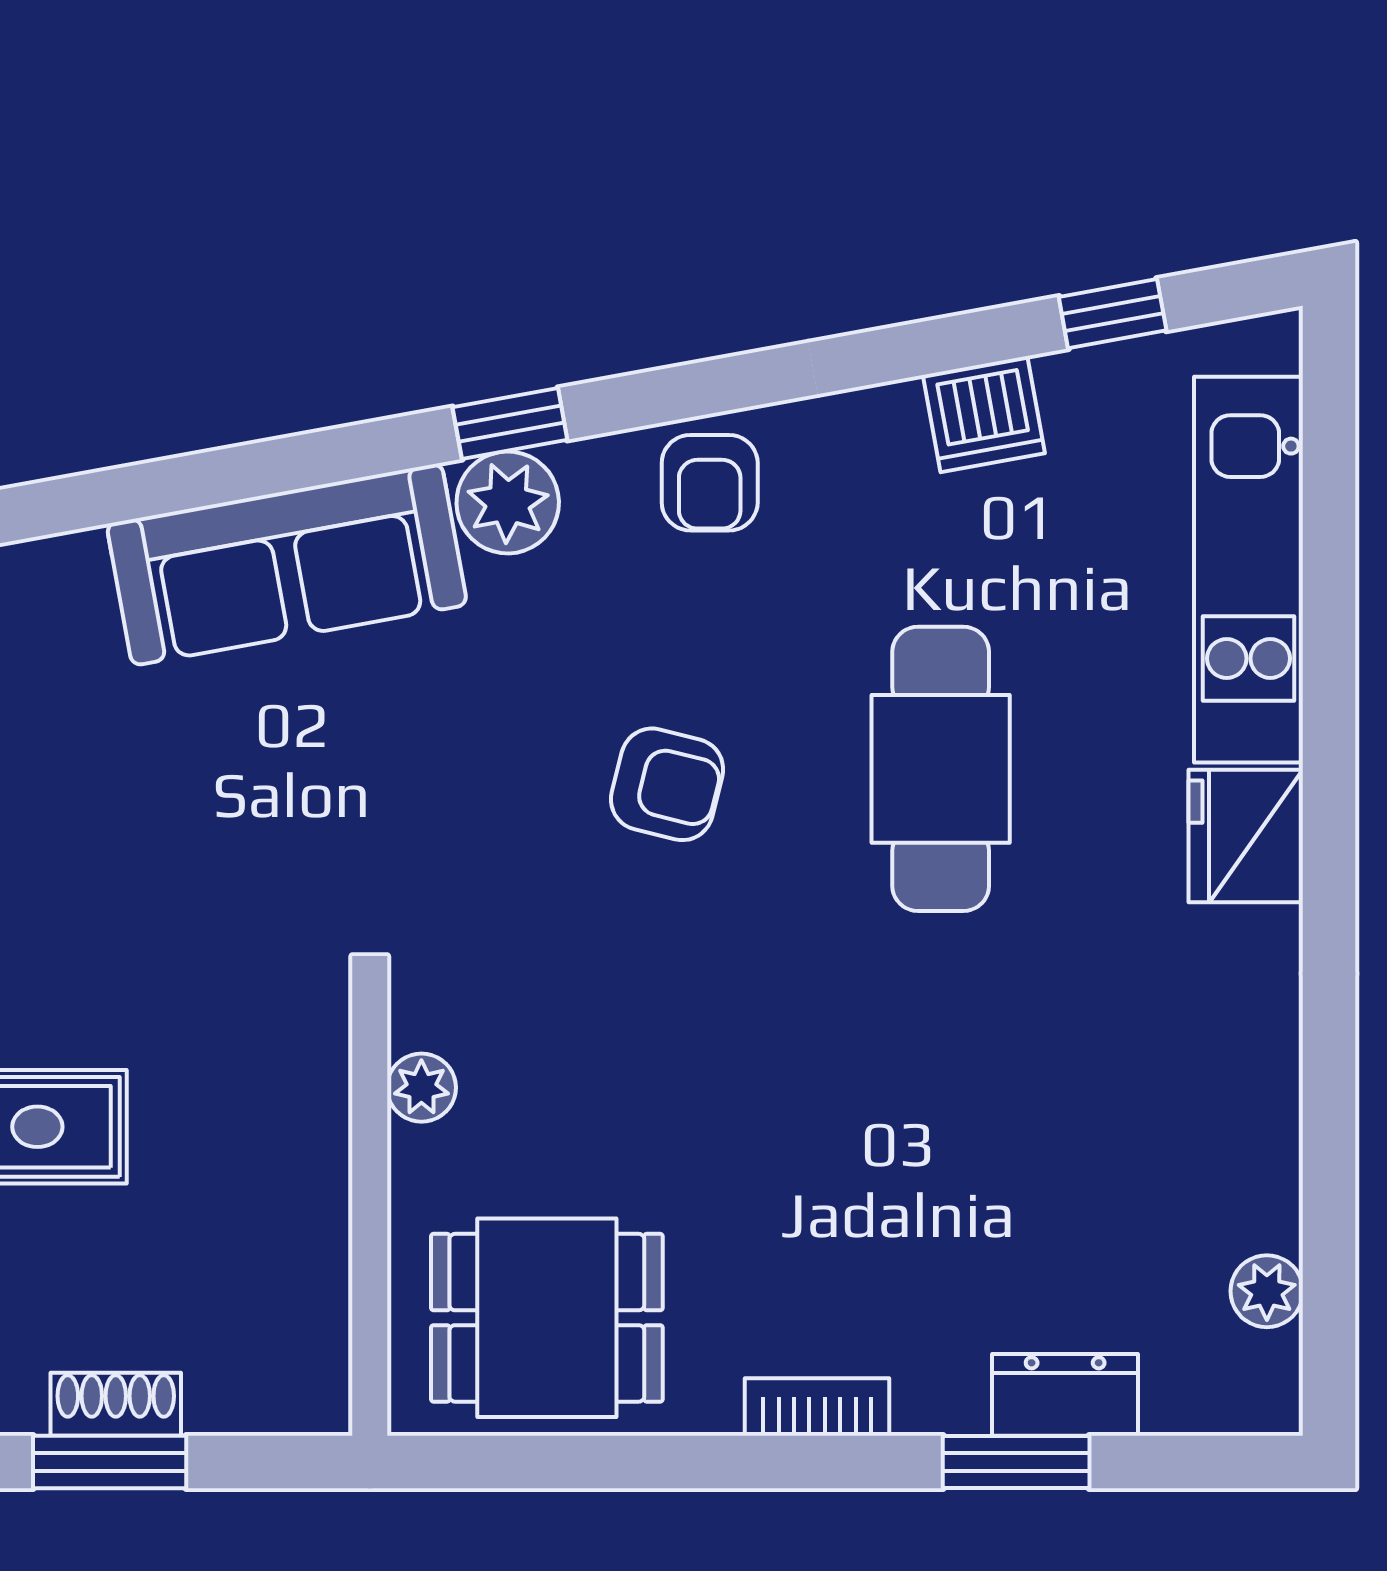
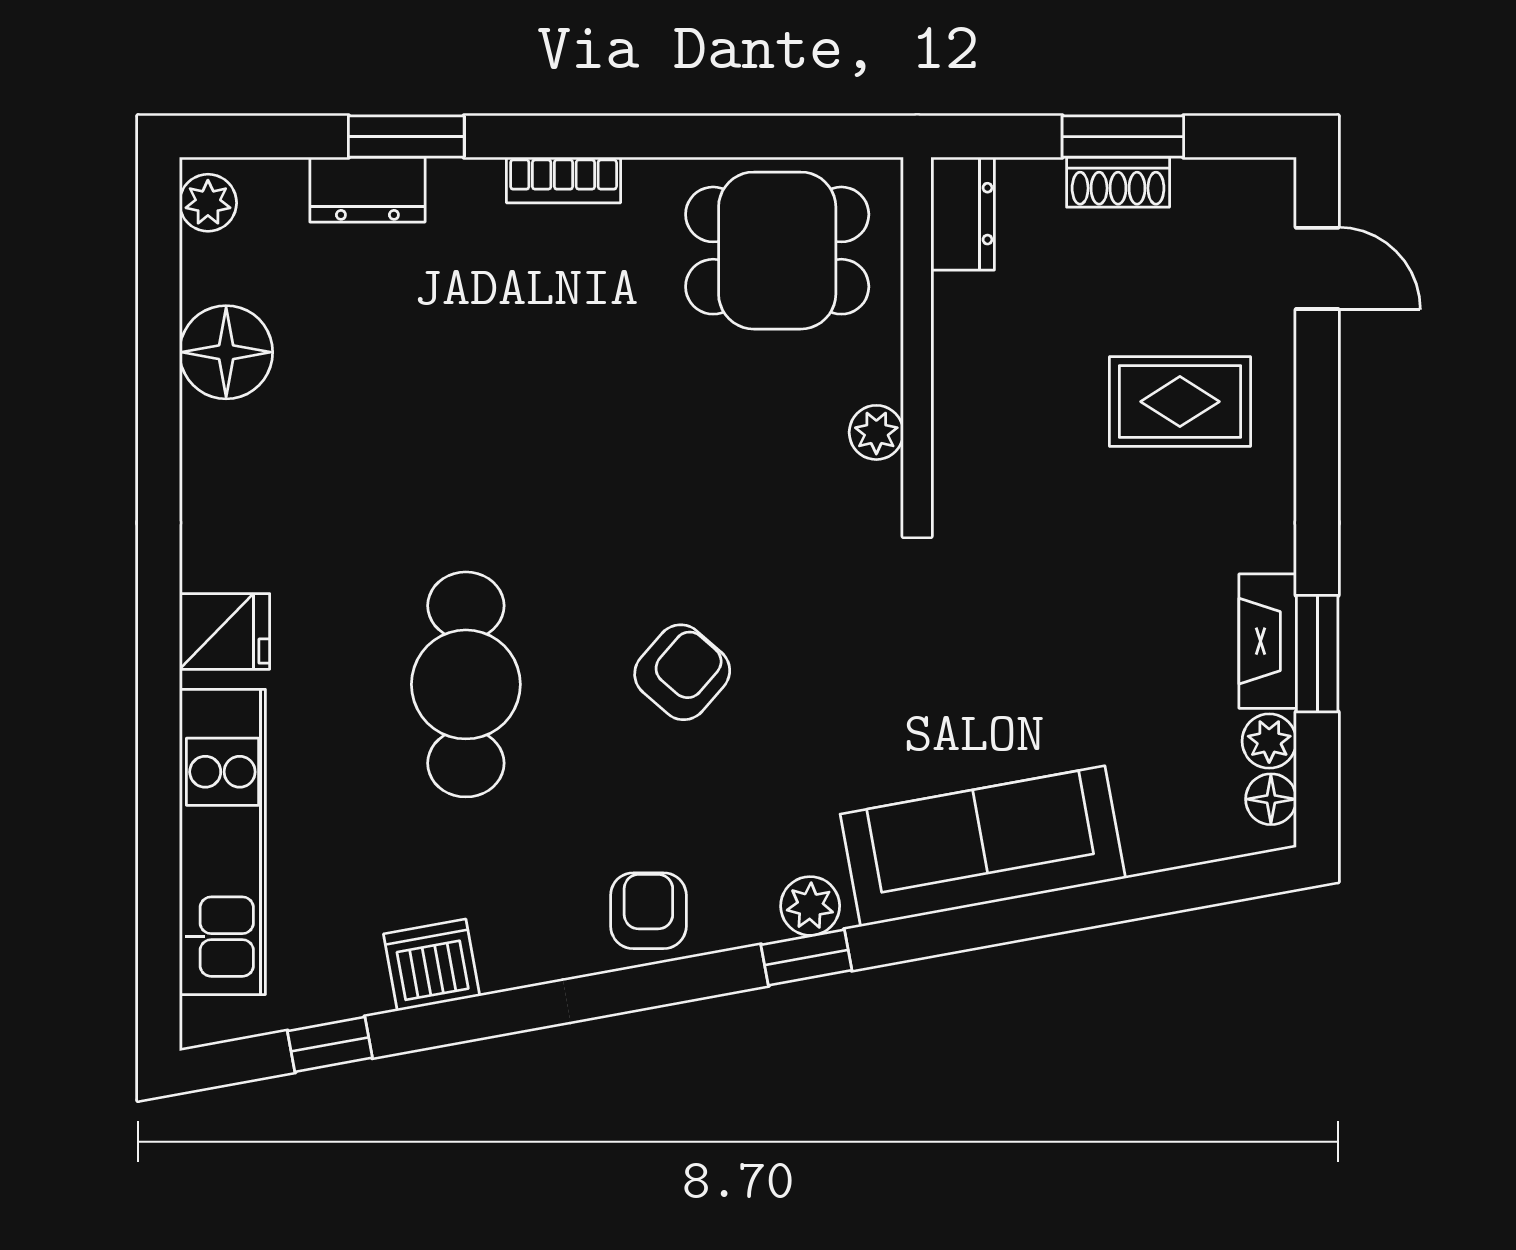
plant: (508, 502) -> (810, 906), width x0.73, depth x0.73
armchair: (667, 784) -> (682, 672), turned 117
fridge: (1246, 836) -> (225, 631), width x0.72
floor lamp: (1244, 1189) -> (226, 352), added
plant: (1267, 1291) -> (208, 203), moved
dresser: (312, 1364) -> (963, 214), added

